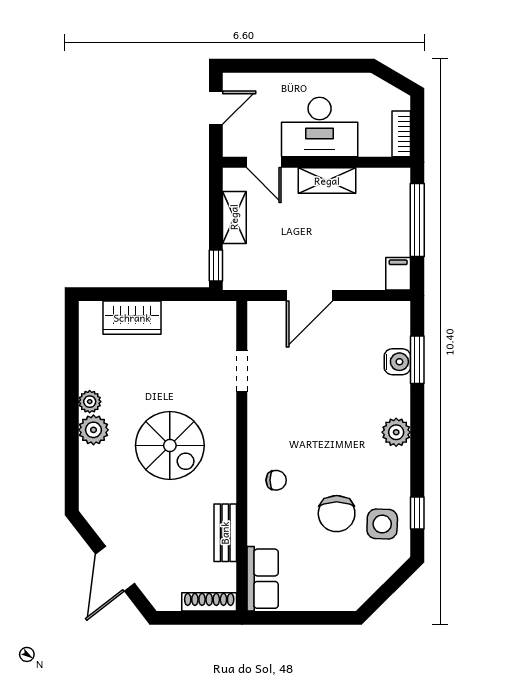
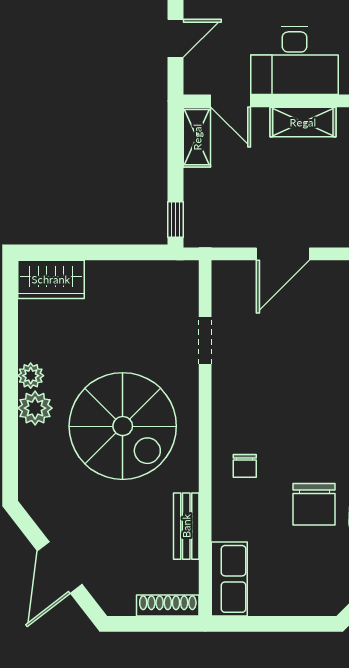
shelving: (234, 217) -> (197, 137), moved
wardrobe: (132, 318) -> (51, 279), moved
spiral stairs: (170, 446) -> (123, 426), width x1.37, depth x1.37
chair: (276, 480) -> (245, 466), turned 90

